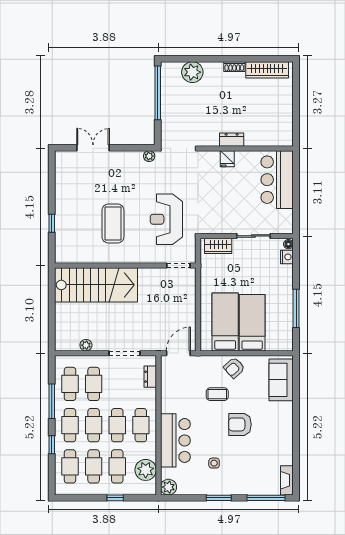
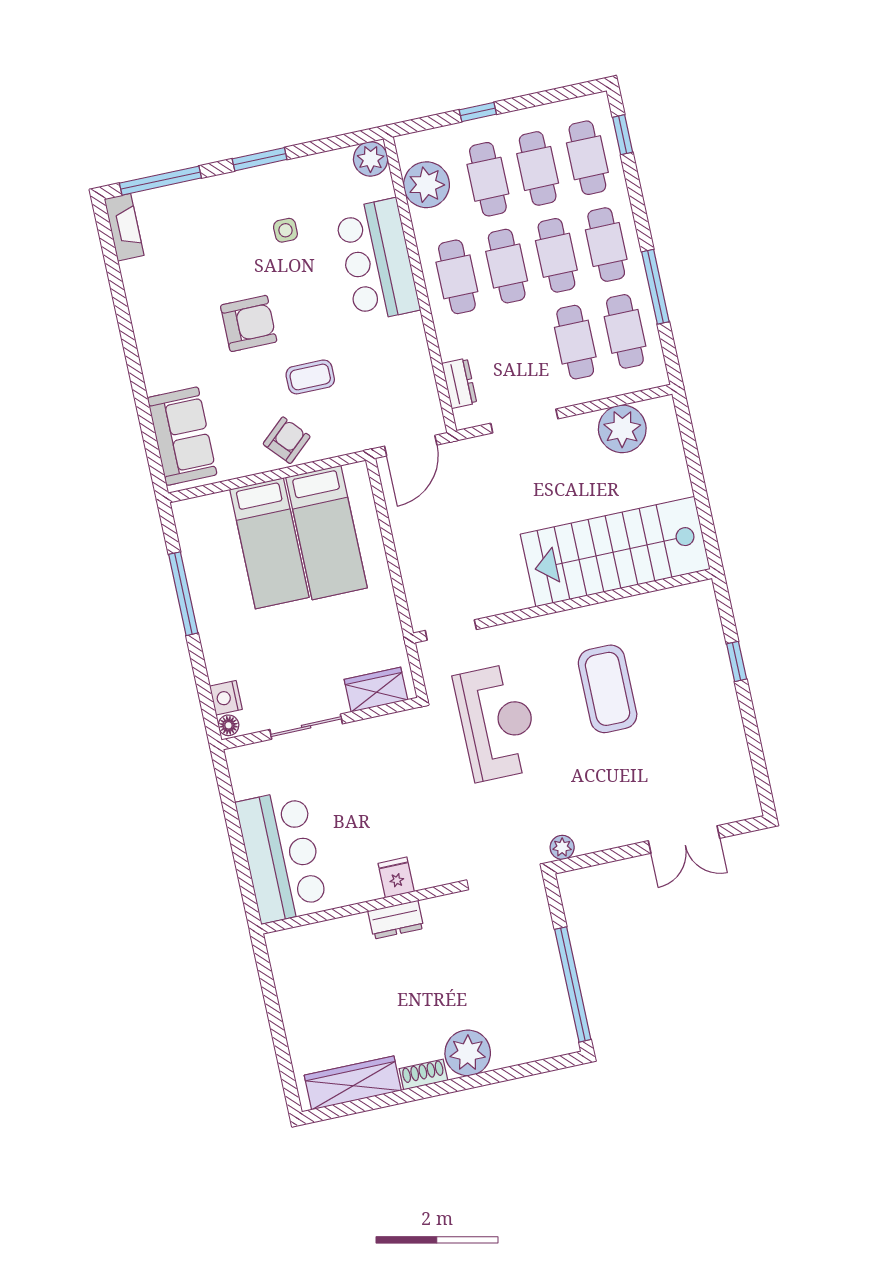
plant: (192, 72) -> (468, 1053), moved
plant: (86, 345) -> (622, 429), width x1.88, depth x1.88
window: (52, 445) -> (623, 135), moved

